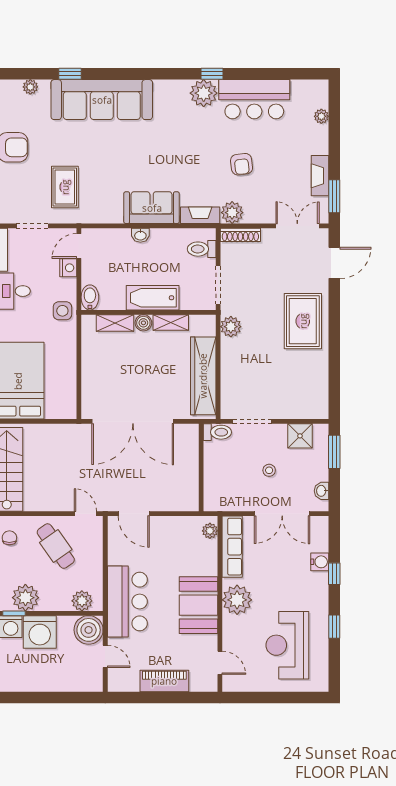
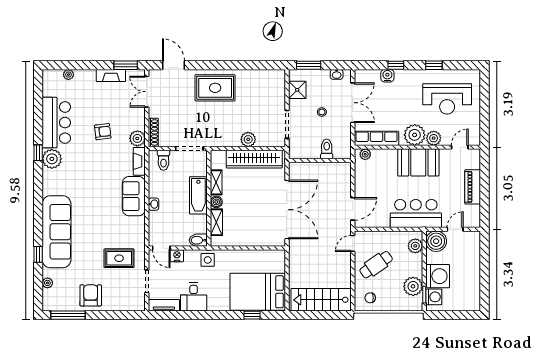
plant: (231, 327) -> (248, 139), moved
toilet: (217, 432) -> (327, 149), moved
plant: (232, 626) -> (434, 138), added

